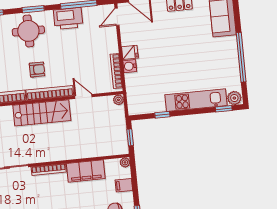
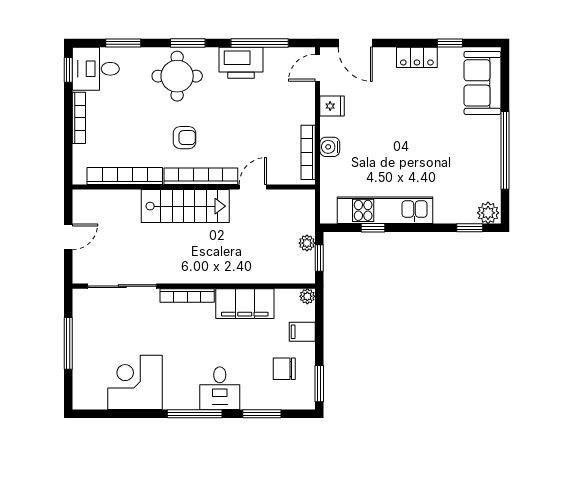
fridge: (130, 52) -> (332, 106), moved
door: (83, 97) -> (253, 187), hinge flipped
plant: (118, 100) -> (307, 243), moved
kitchen unit: (196, 100) -> (385, 210), moved

